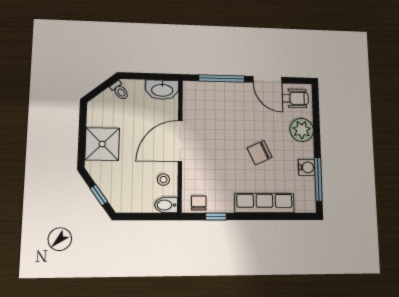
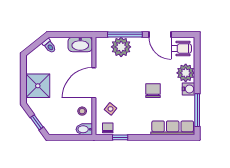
plant: (217, 94) -> (121, 47), added
chair: (260, 153) -> (153, 91), turned 115
water cooler: (307, 167) -> (188, 89), moved
side table: (203, 177) -> (111, 109), added
row of seats: (264, 203) -> (173, 128), moved

